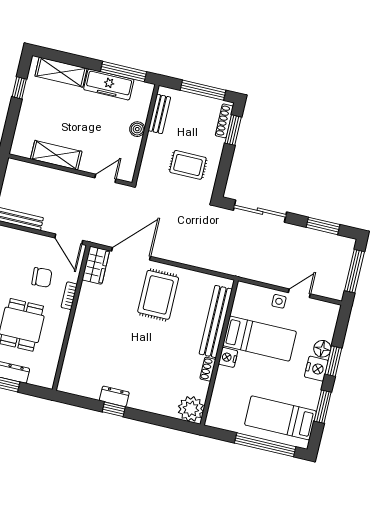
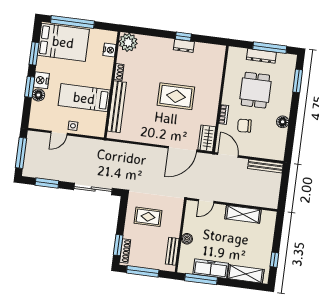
rug: (158, 295) -> (176, 96), moved, turned 90
nightstand: (228, 357) -> (109, 50), moved
bed: (280, 418) -> (63, 42), width x1.50

